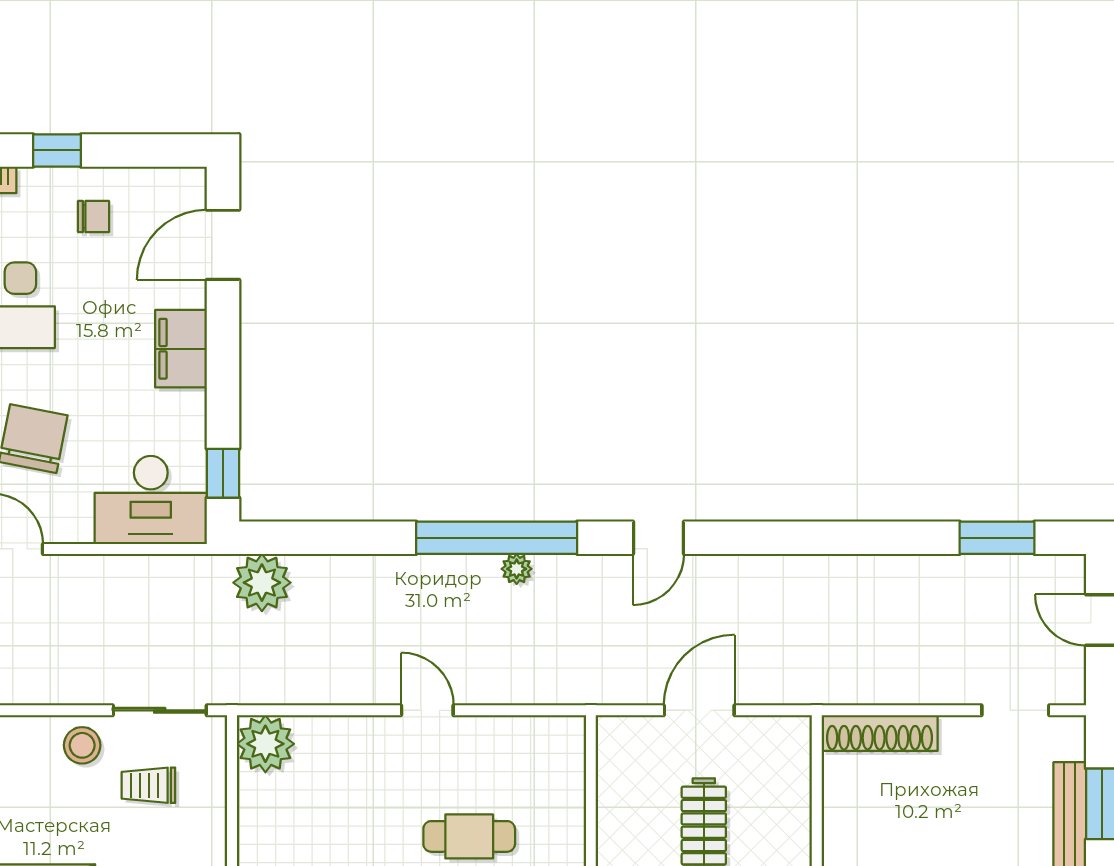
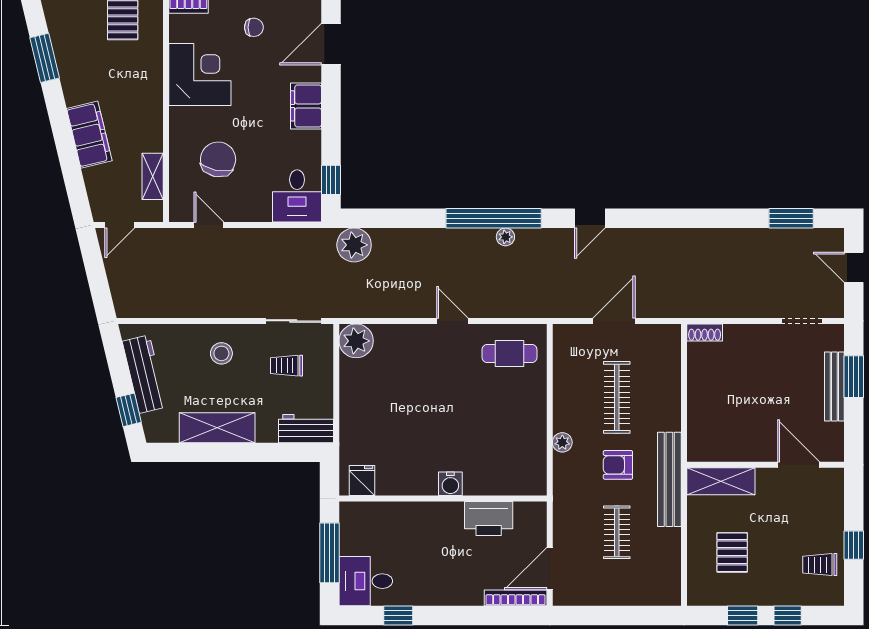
desk: (151, 500) -> (297, 196), width x0.73
shoe rack: (880, 733) -> (705, 332), width x0.51, depth x0.81
stool: (82, 745) -> (221, 353), moved
cafe table: (469, 836) -> (509, 354), moved

